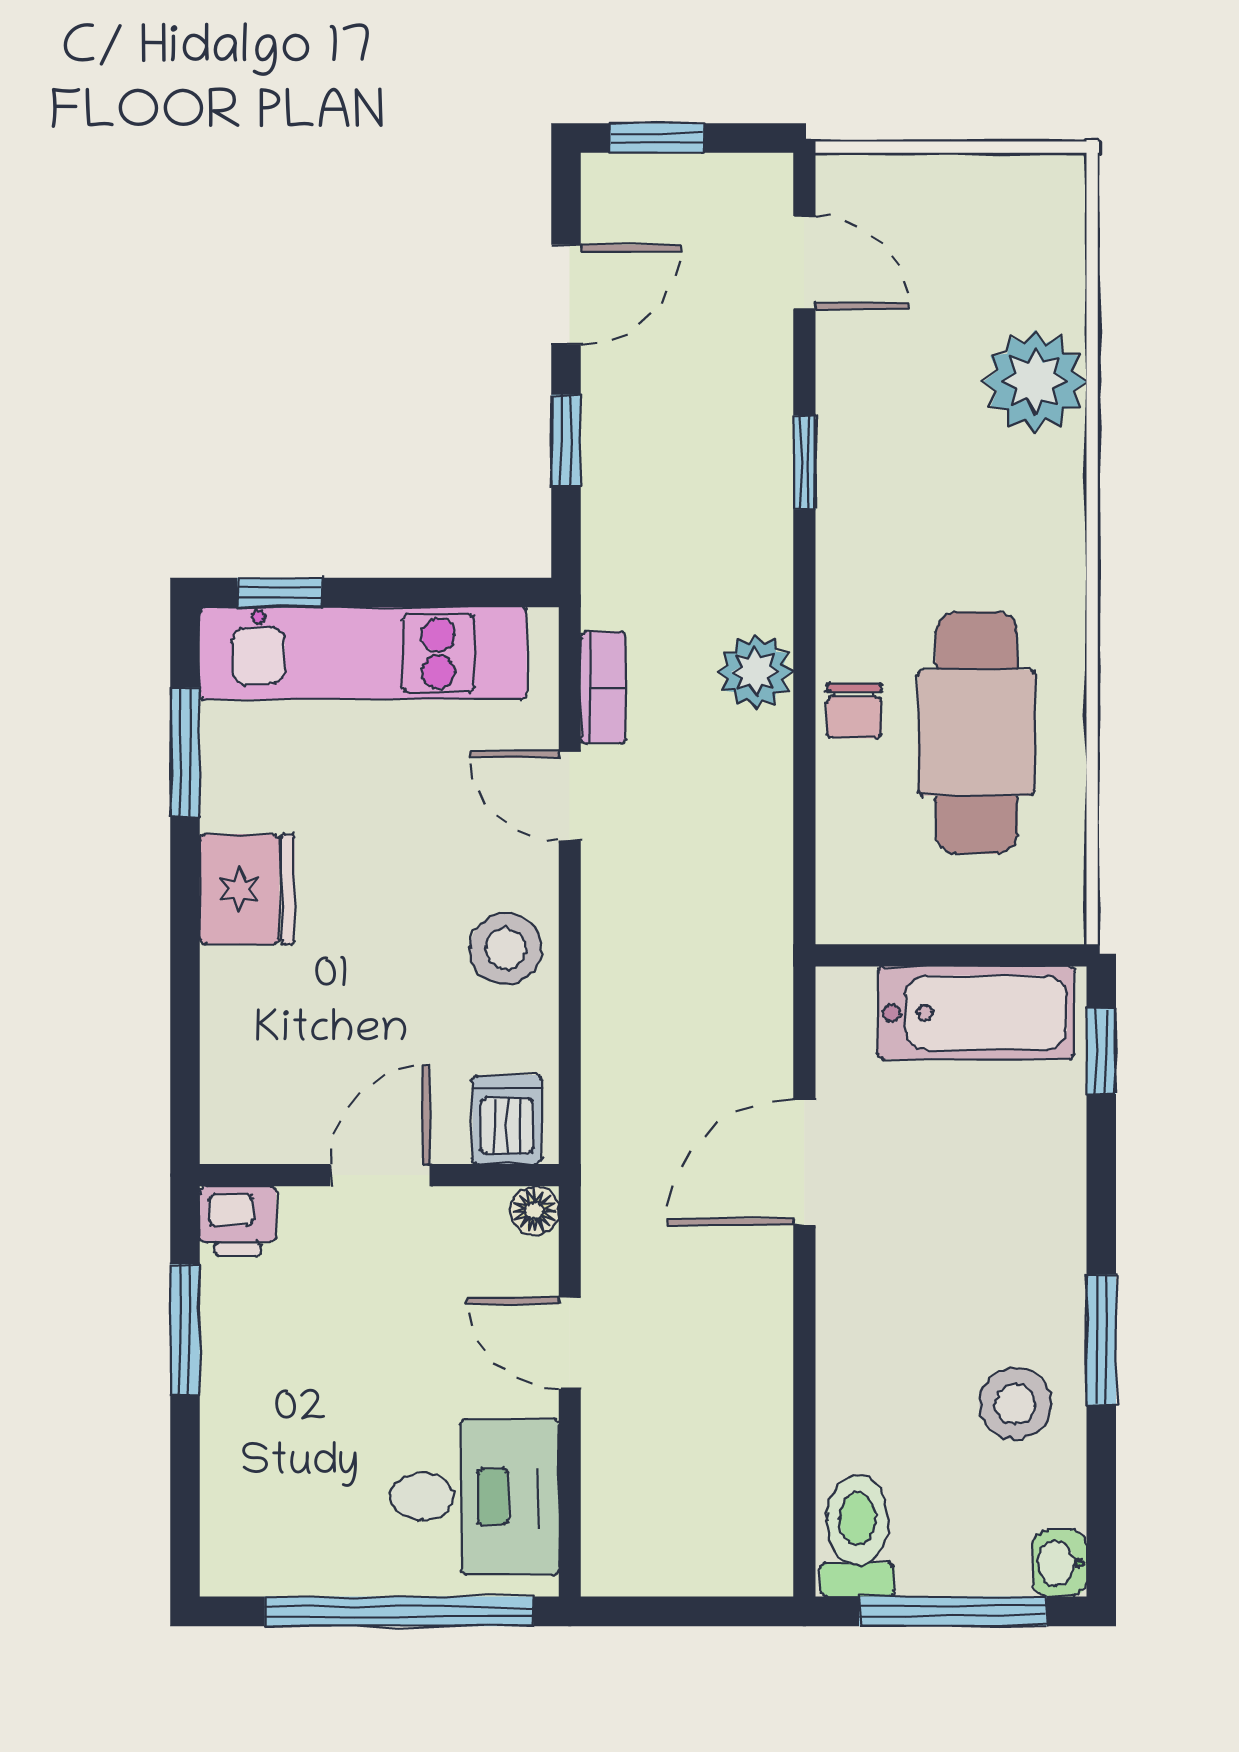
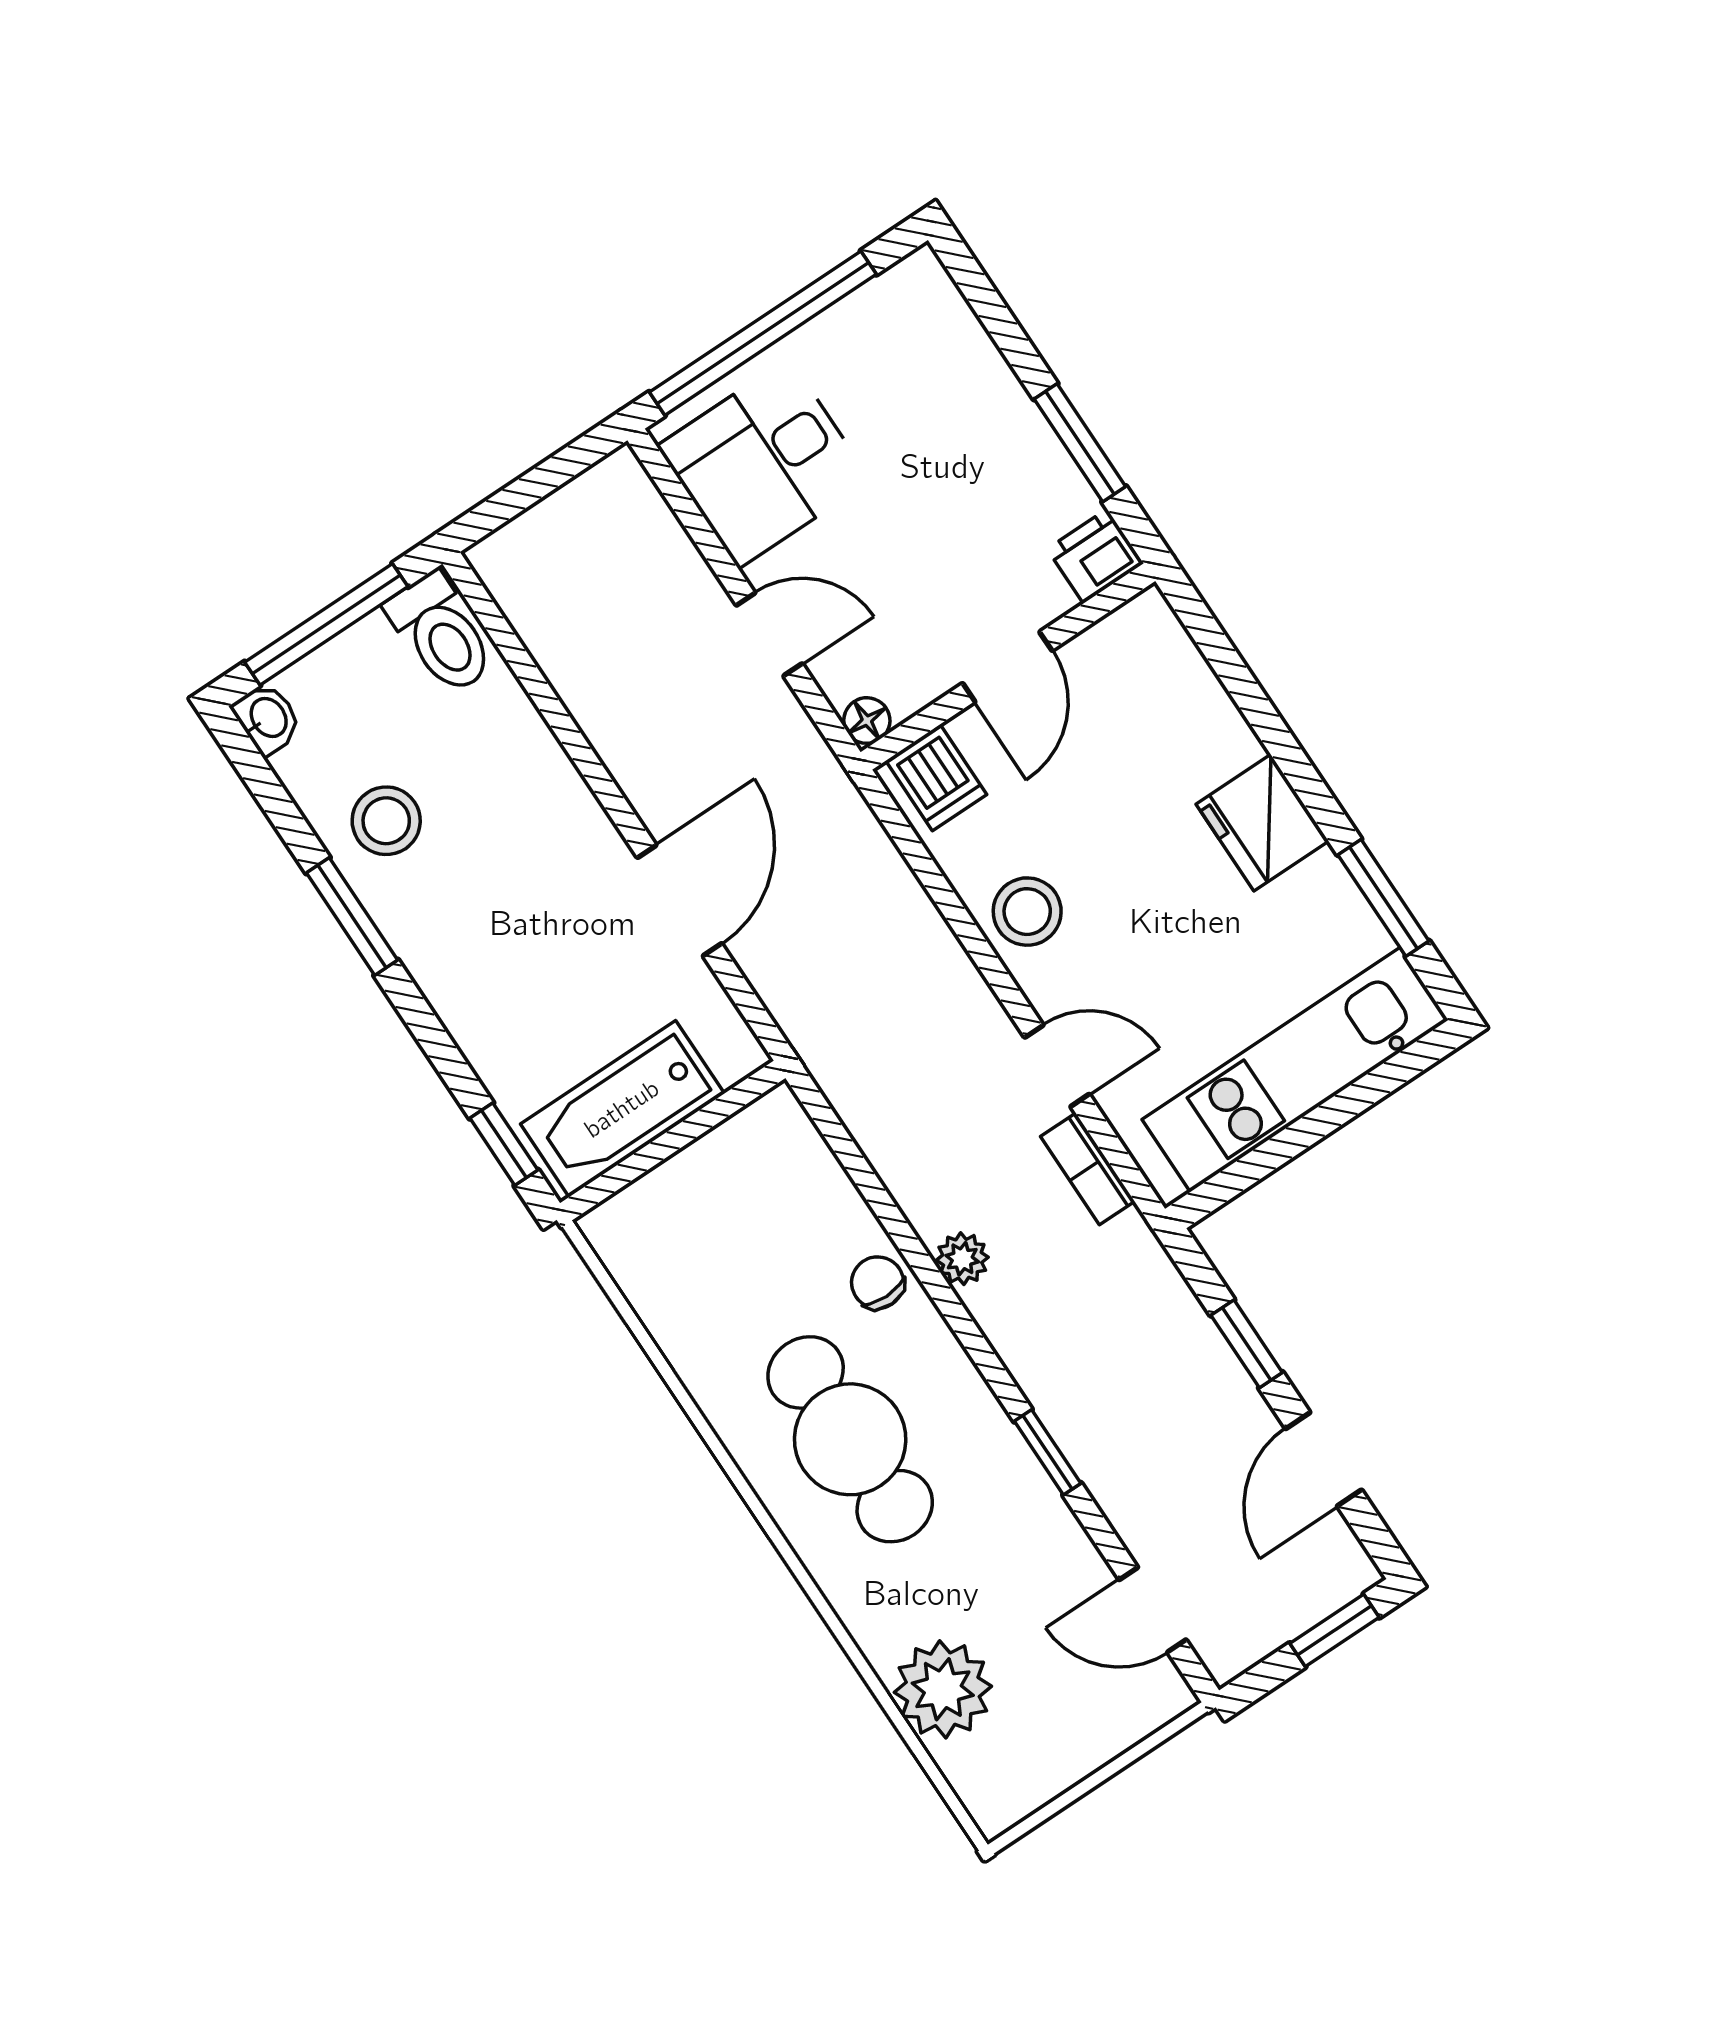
plant: (1035, 381) -> (943, 1689), moved
window: (280, 592) -> (1393, 1074), removed
plant: (756, 672) -> (962, 1259), width x0.73, depth x0.73
cafe table: (977, 733) -> (850, 1439), moved

